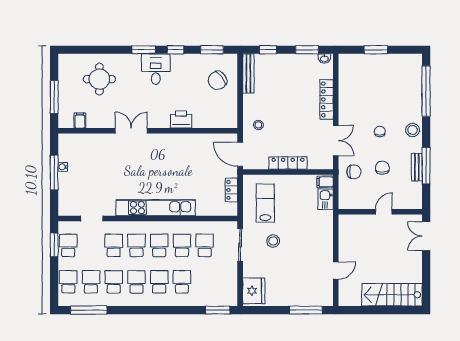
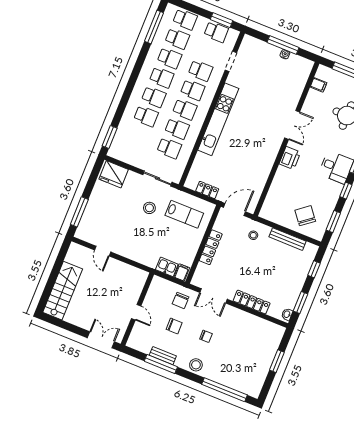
bench: (248, 73) -> (287, 239), moved
printer: (181, 119) -> (290, 158), moved

